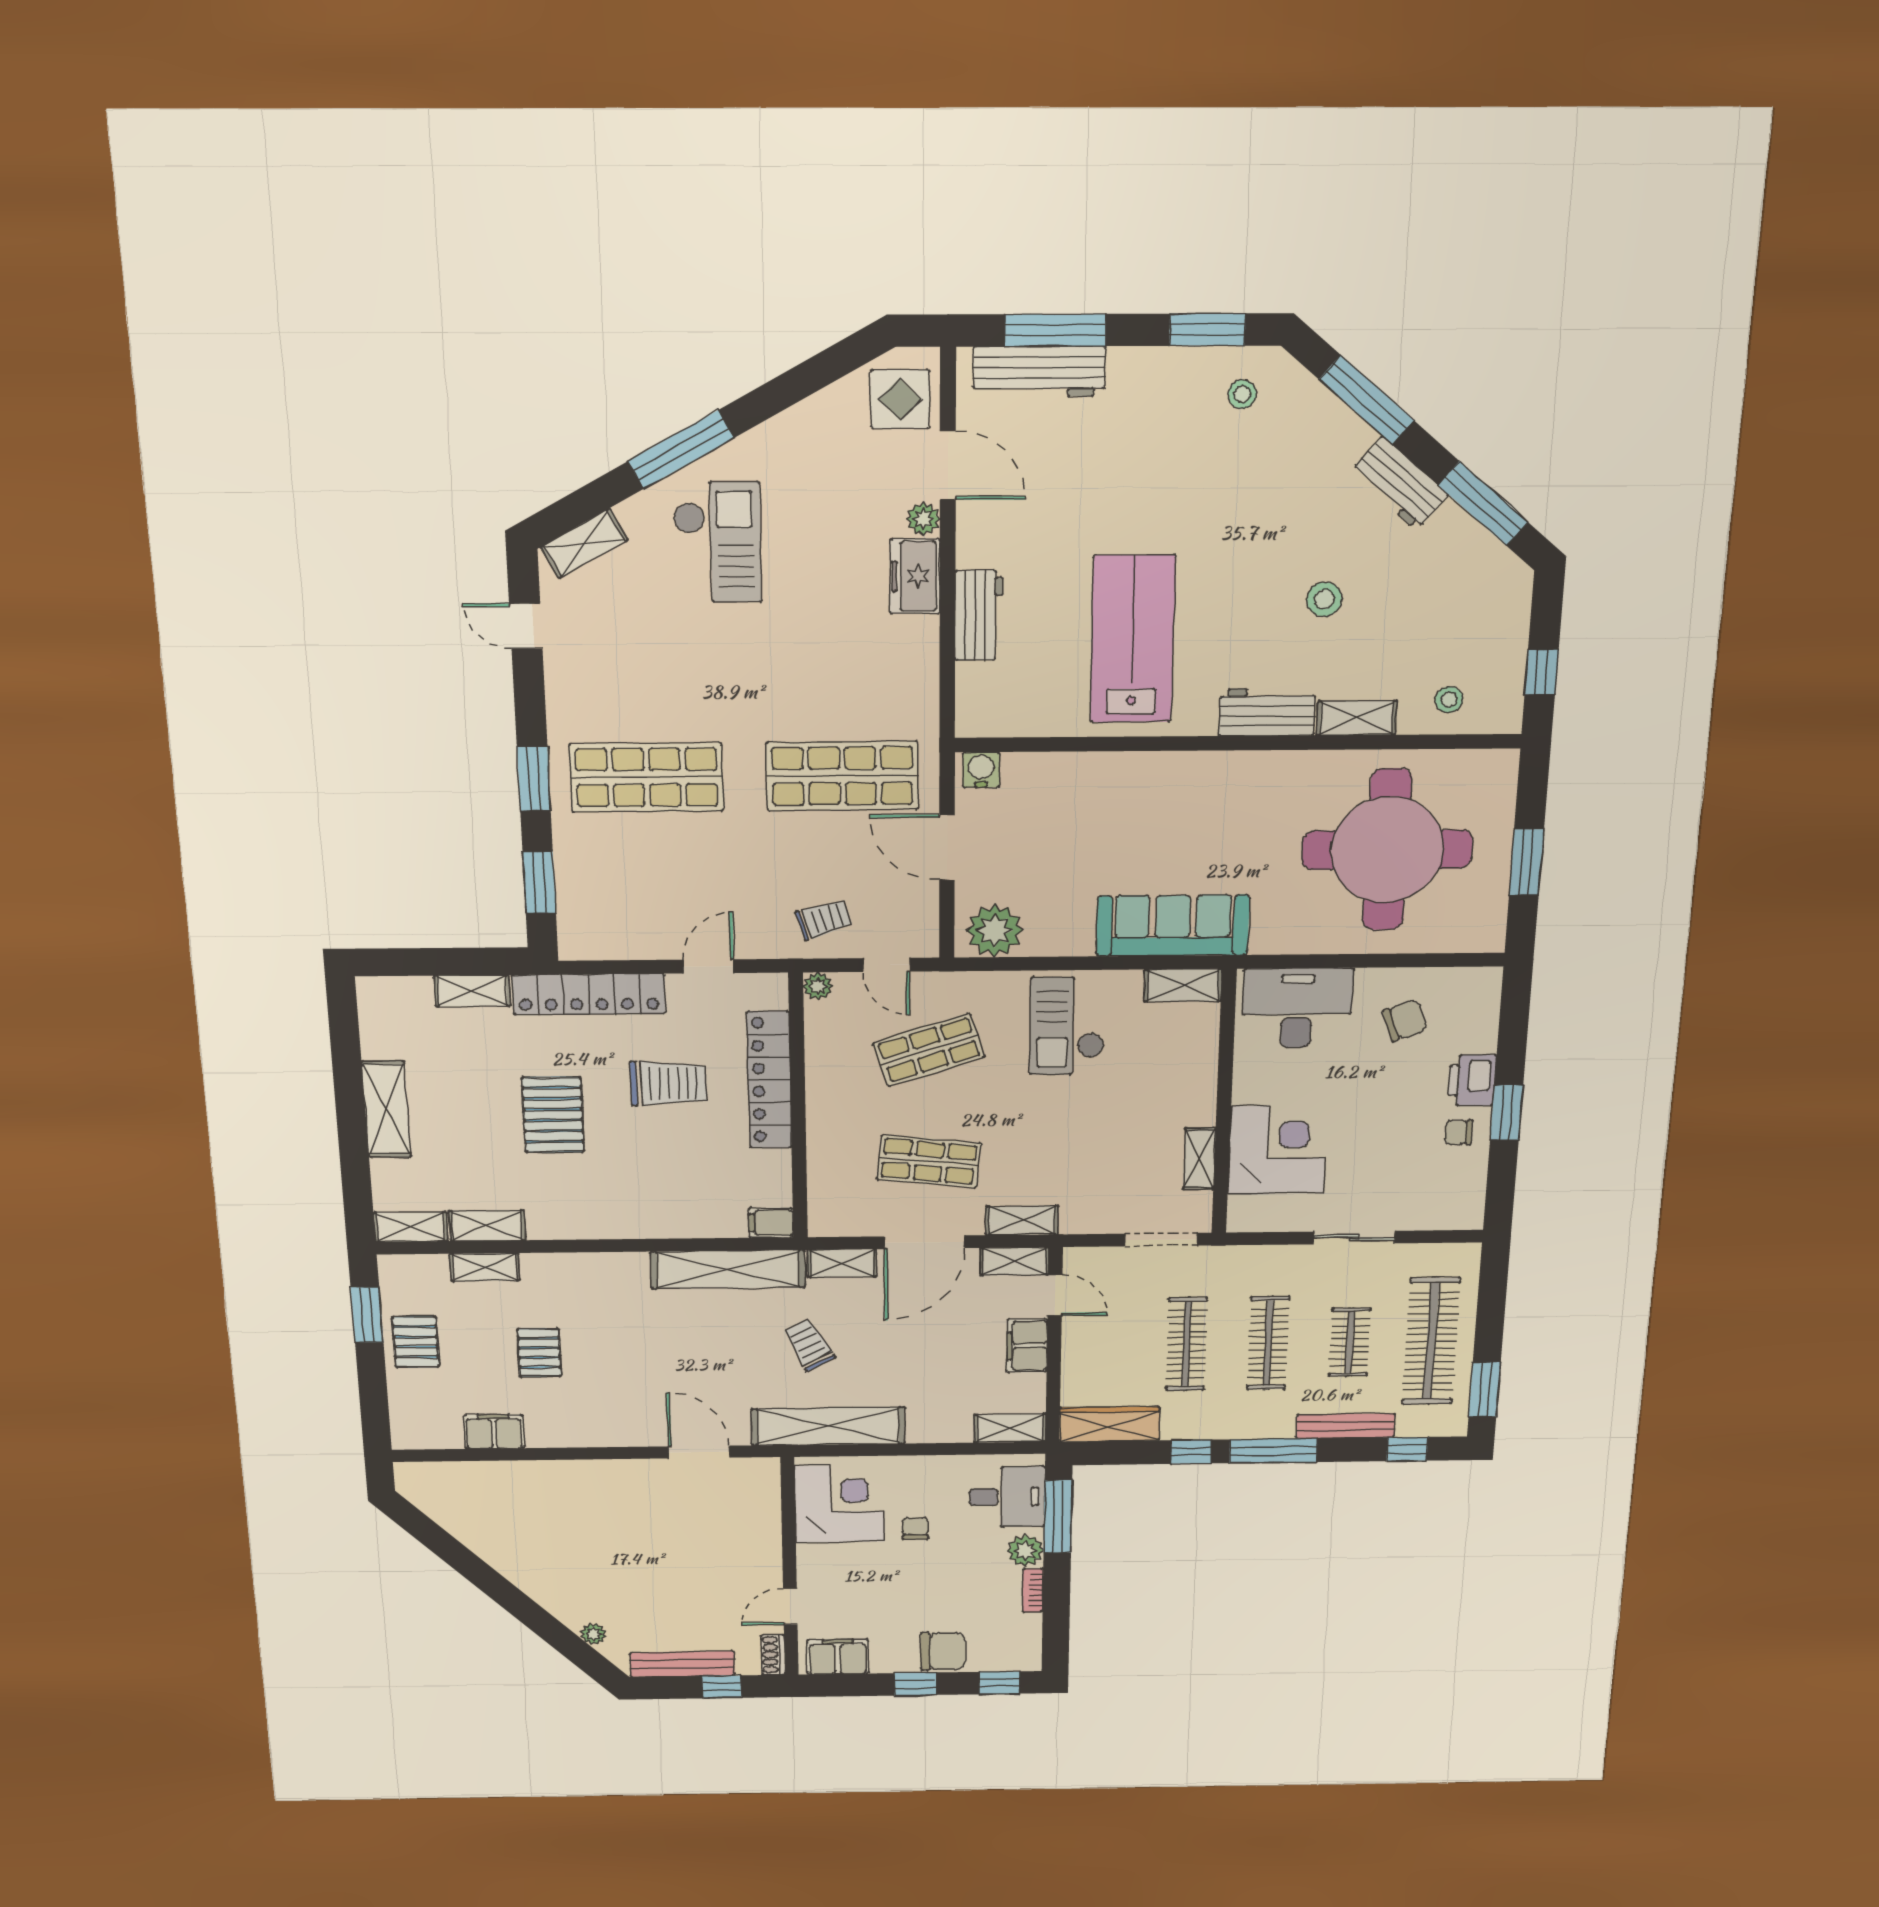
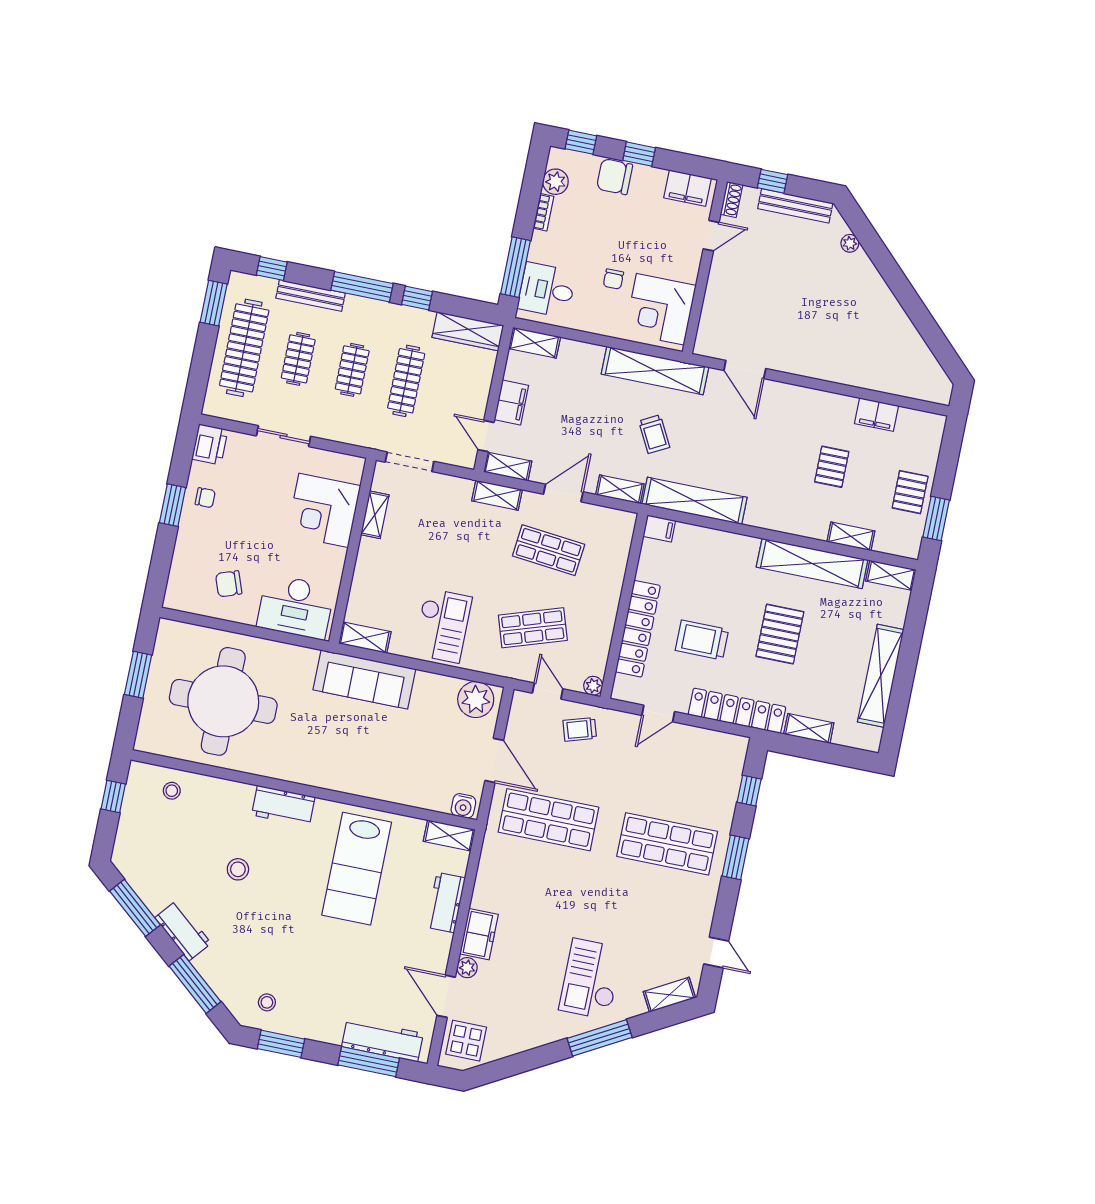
shelving: (1357, 718) -> (449, 835), moved
window: (539, 883) -> (749, 791), width x0.67
printer: (1472, 1080) -> (210, 444), moved
shelving: (386, 1109) -> (881, 676), width x1.47
shelving: (487, 1226) -> (812, 563), width x2.20, depth x1.33
door: (924, 1242) -> (563, 493), width x0.73
clothes rail: (1268, 1343) -> (352, 370), width x0.73
plant: (1025, 1551) -> (555, 182), moved

